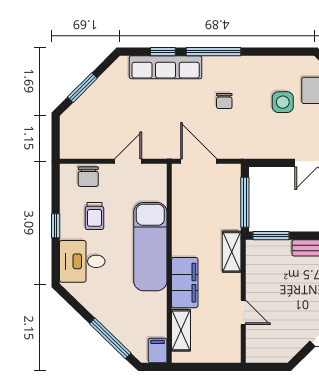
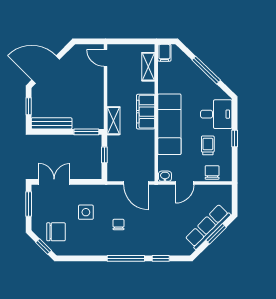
row of seats: (166, 67) -> (208, 227), moved, turned -45
side table: (283, 102) -> (86, 212), moved
washbasin: (157, 171) -> (165, 176), added
window: (245, 202) -> (104, 155), width x0.46
filing cabinet: (185, 283) -> (146, 112), moved
door: (243, 312) -> (105, 58), moved
window: (110, 338) -> (206, 70), moved

